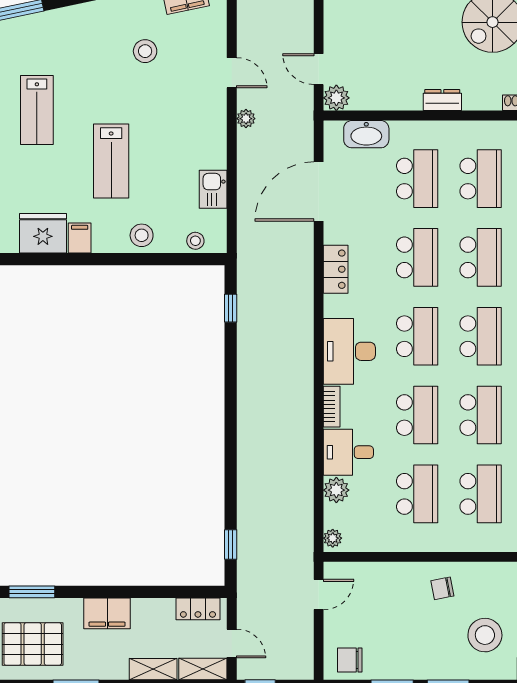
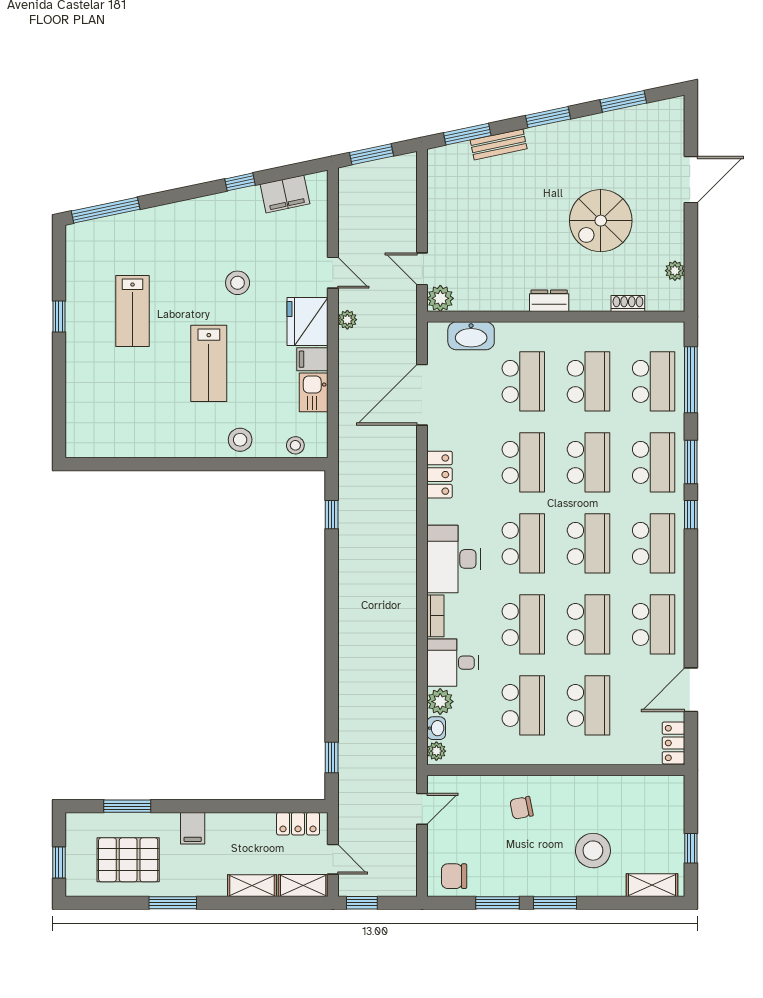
stool: (145, 51) -> (238, 283), moved
fridge: (43, 233) -> (307, 321), moved, turned -90
filing cabinet: (80, 238) -> (312, 359), moved, turned -90
washbasin: (332, 516) -> (436, 728), added
chair: (442, 588) -> (522, 808), moved
filing cabinet: (107, 613) -> (193, 828), width x0.50

